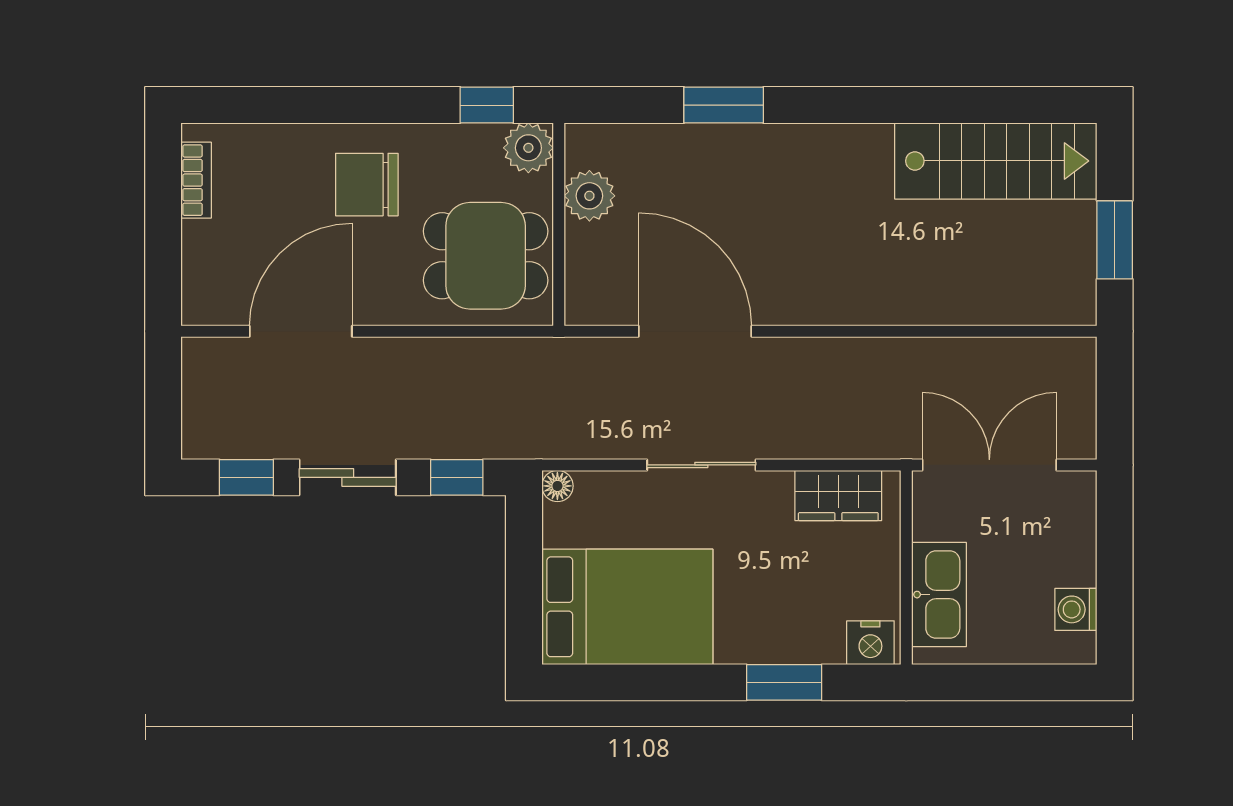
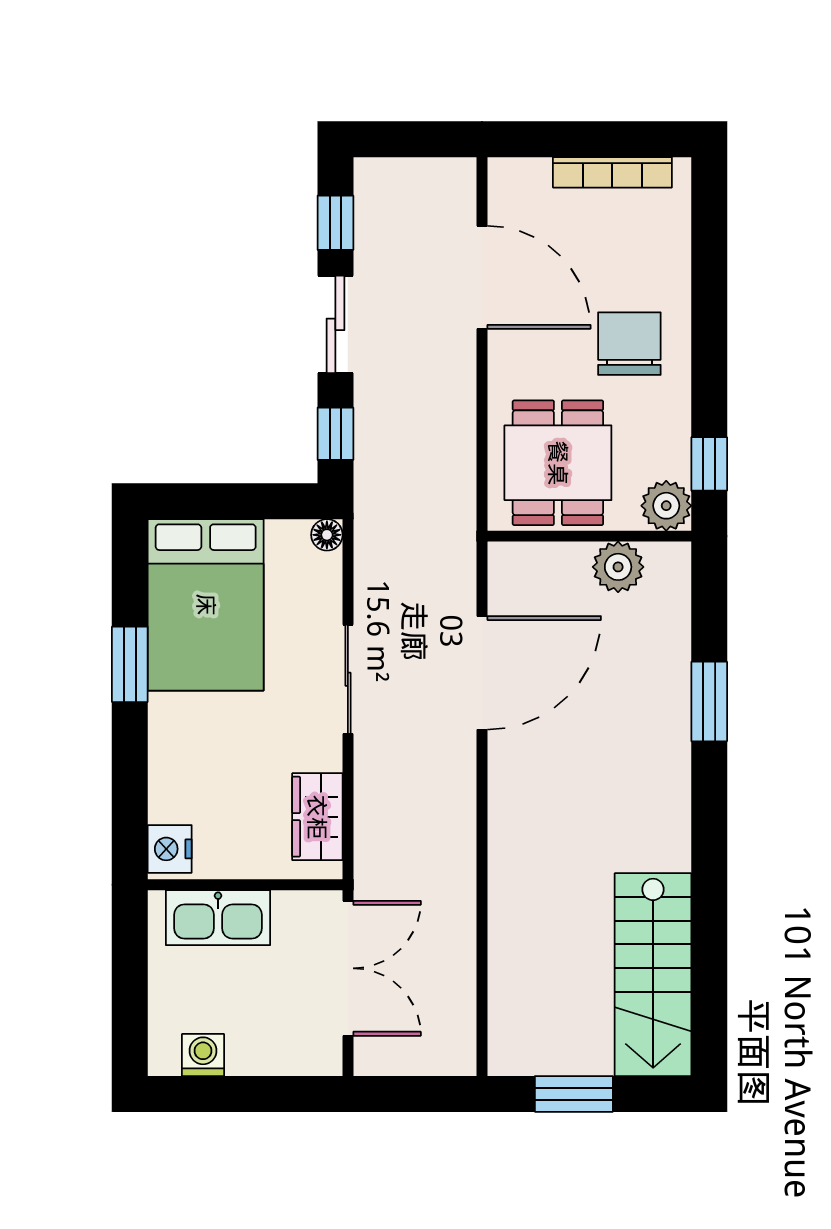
bookcase: (196, 180) -> (612, 172), width x1.56
window: (784, 682) -> (130, 664), moved

